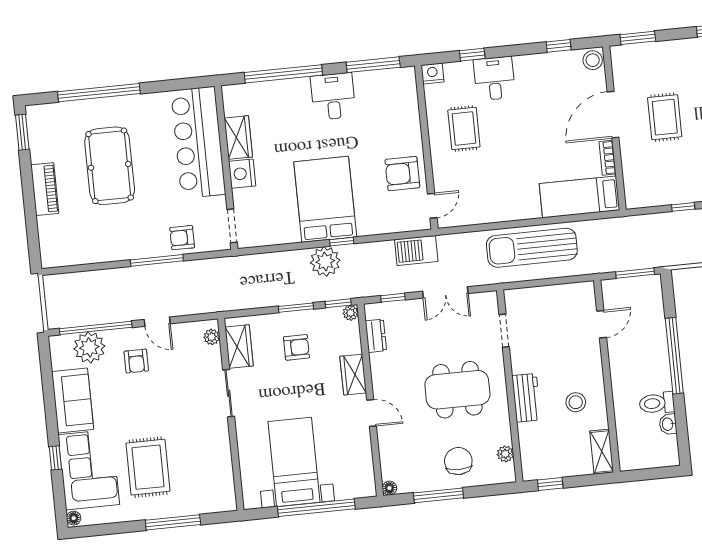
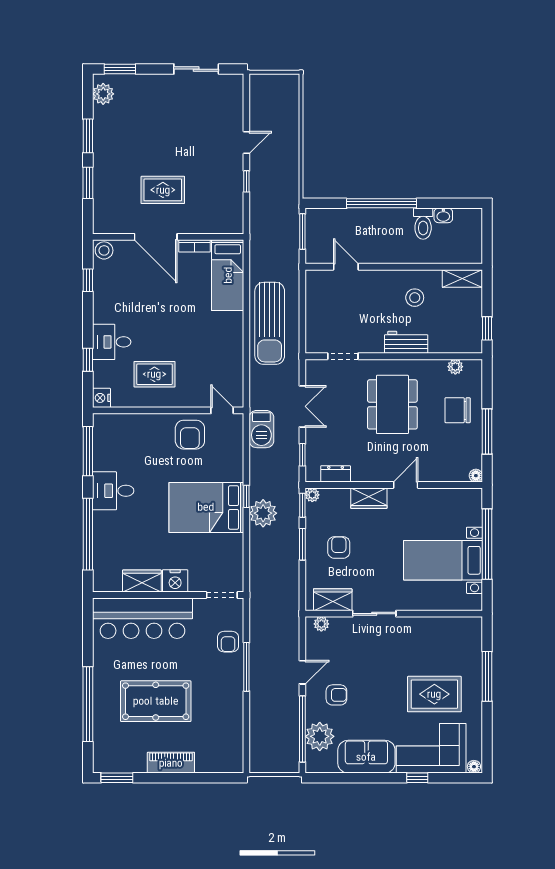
window: (638, 38) -> (88, 183), moved

